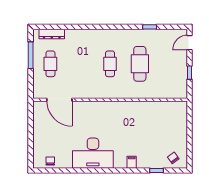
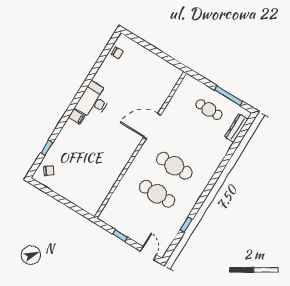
cafe table: (110, 64) -> (174, 166), width x1.37, depth x1.35
door: (59, 100) -> (152, 126), moved
desk: (93, 153) -> (94, 101), width x0.73, depth x0.77
filing cabinet: (132, 162) -> (77, 117), moved

